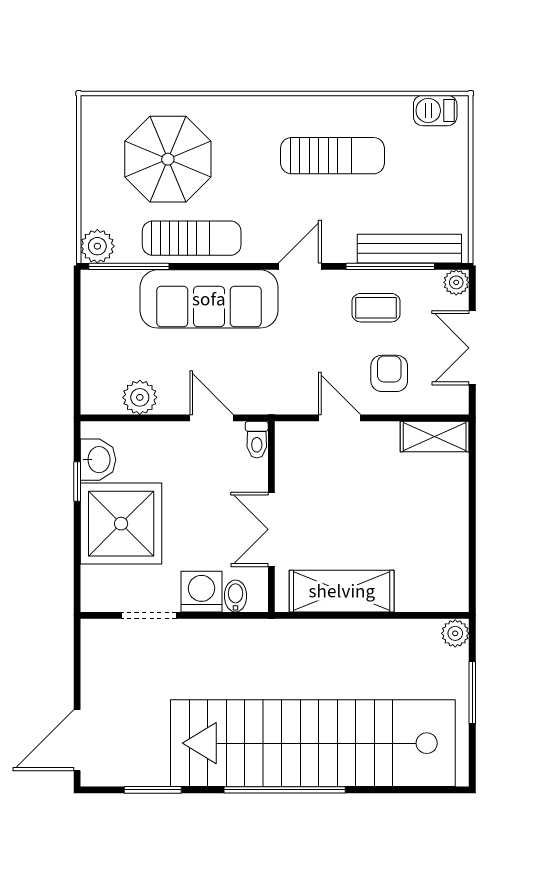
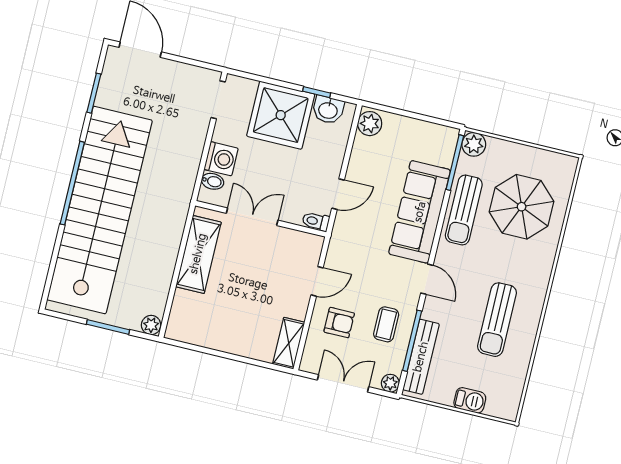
barbecue: (435, 111) -> (470, 400), moved, turned 90
plant: (140, 397) -> (370, 124), moved
doorway: (149, 615) -> (218, 100), moved

